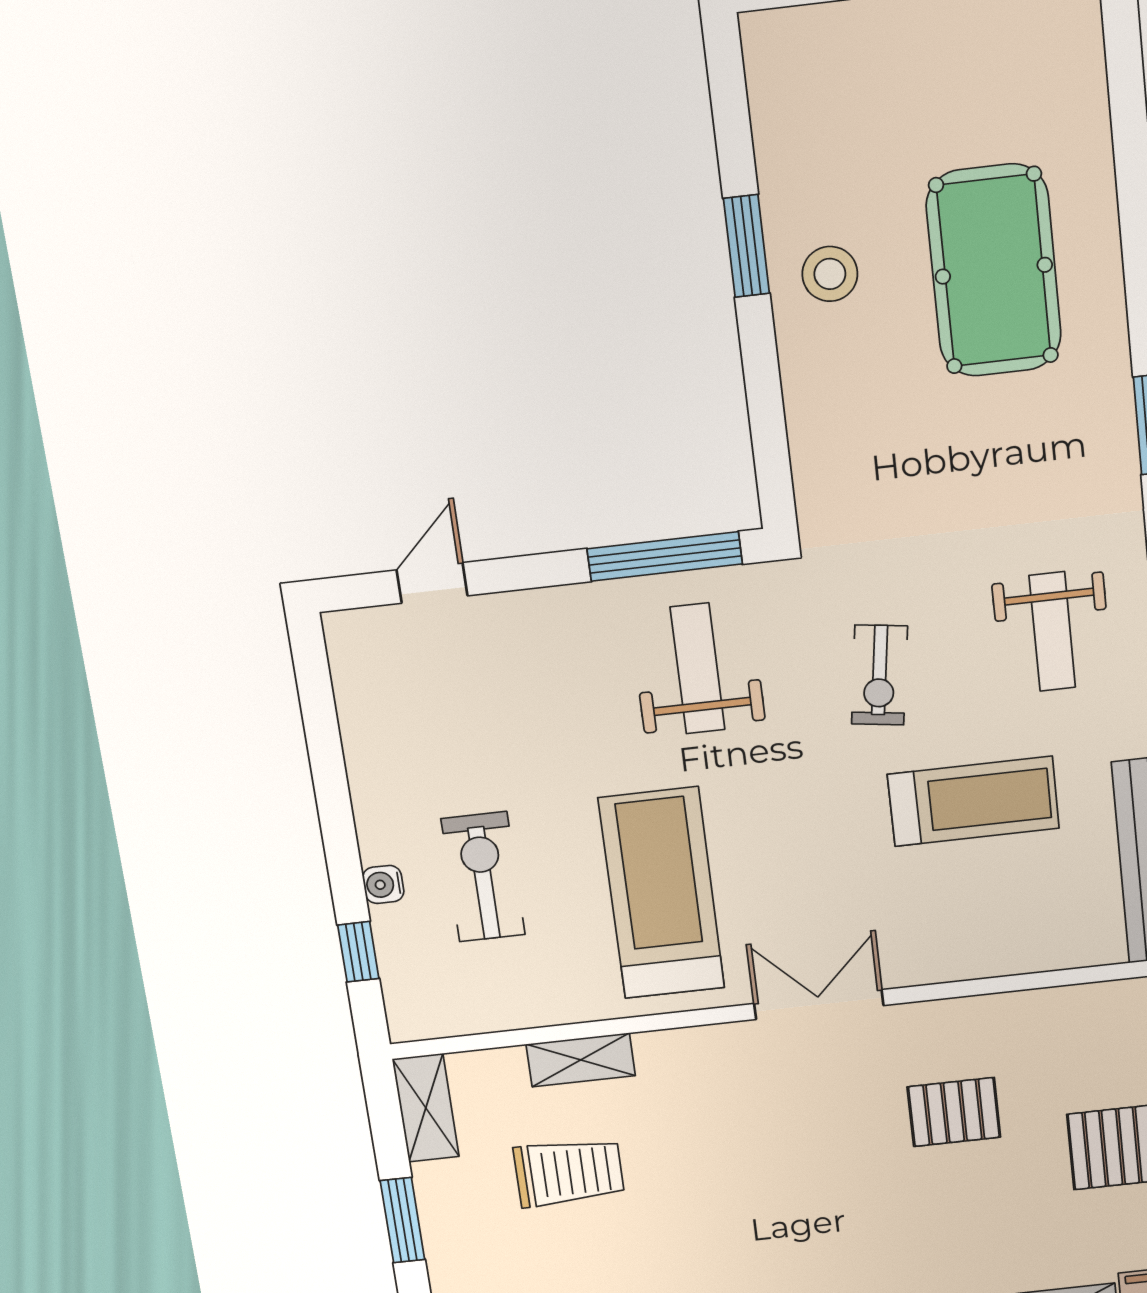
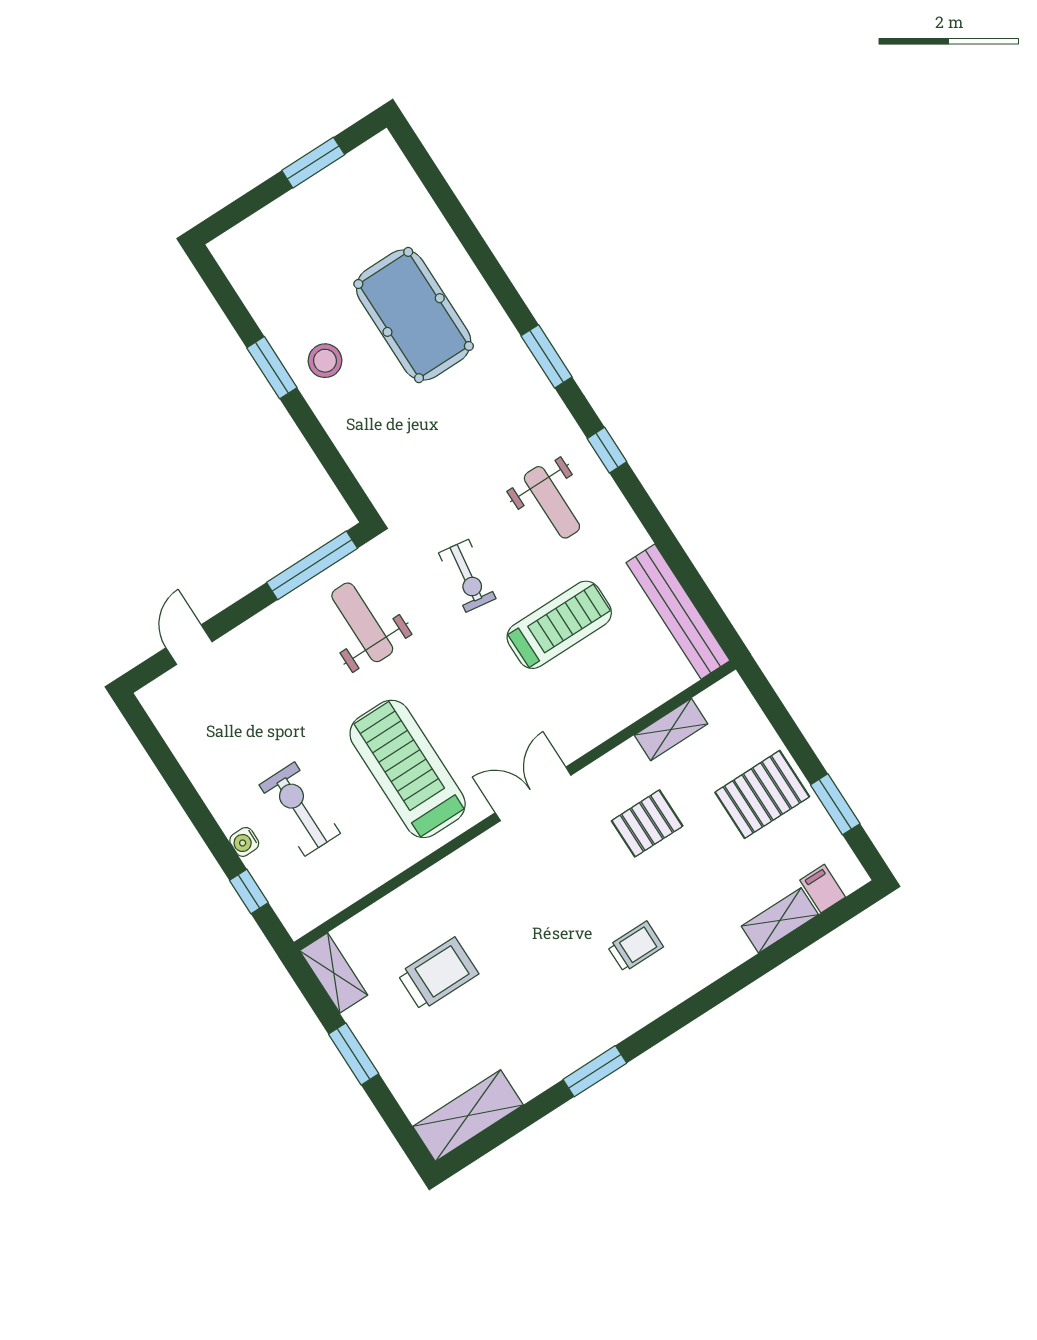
shelving: (581, 1060) -> (671, 729), moved
trolley: (854, 1257) -> (635, 947), added

